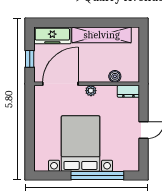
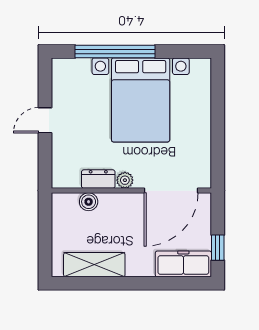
shelving: (102, 35) -> (94, 265), width x0.68
window: (30, 59) -> (218, 248), moved
dresser: (128, 91) -> (98, 179), moved

